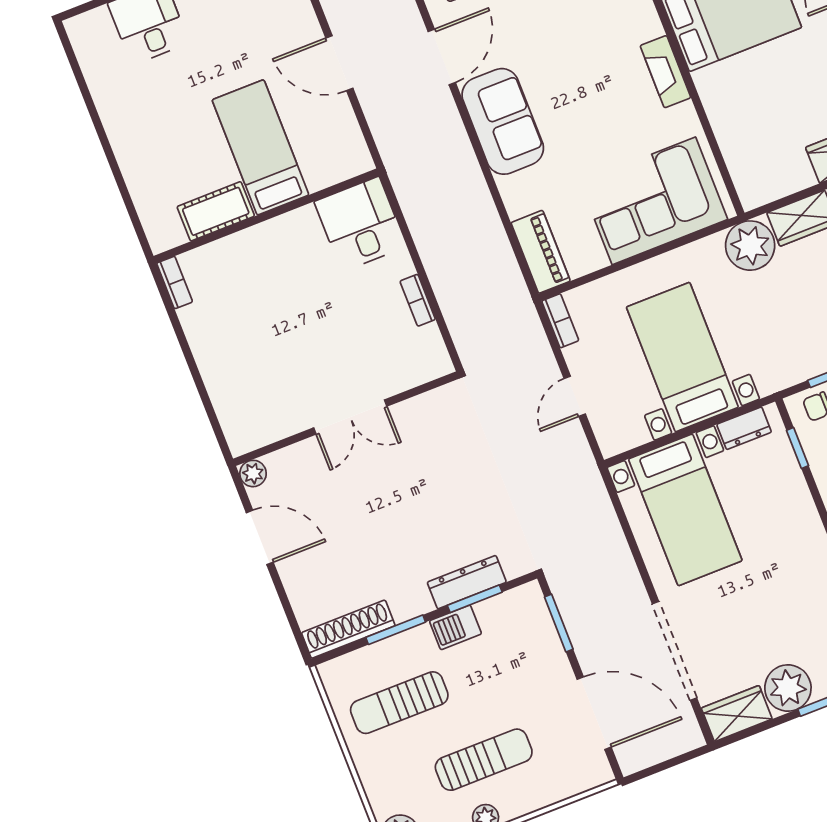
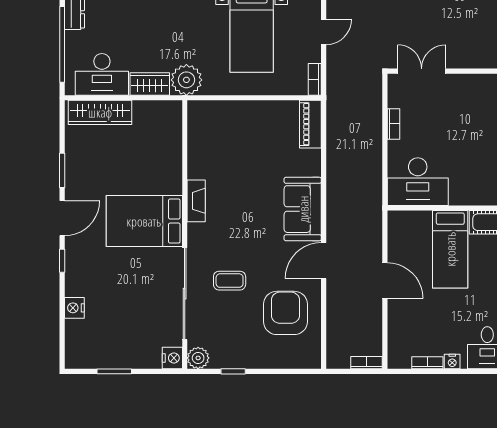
corner sofa: (654, 201) -> (233, 128), removed
desk: (360, 224) -> (418, 182), width x1.37
double door: (350, 417) -> (422, 71), moved

